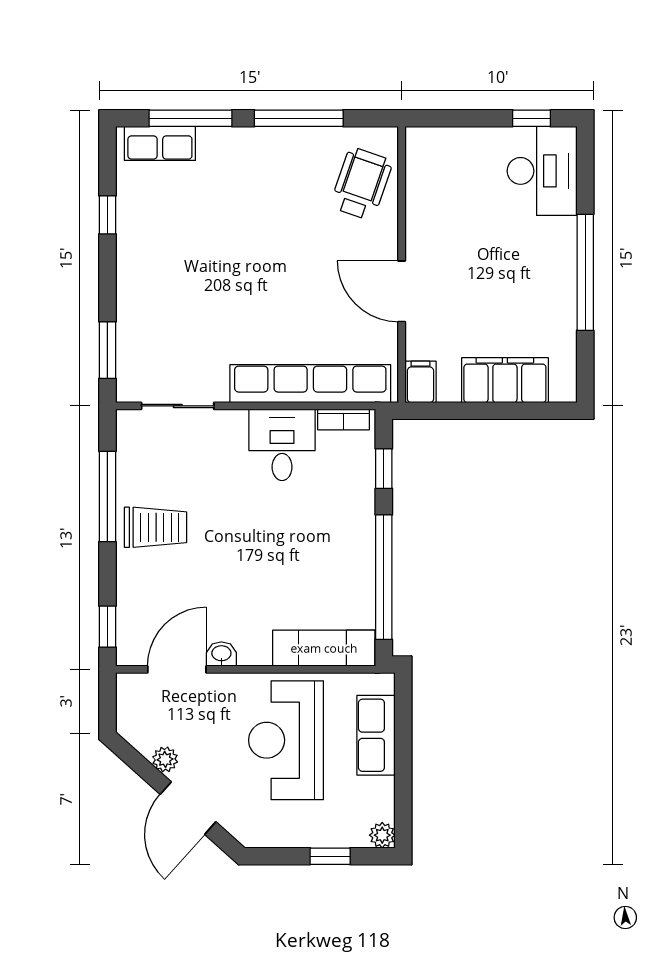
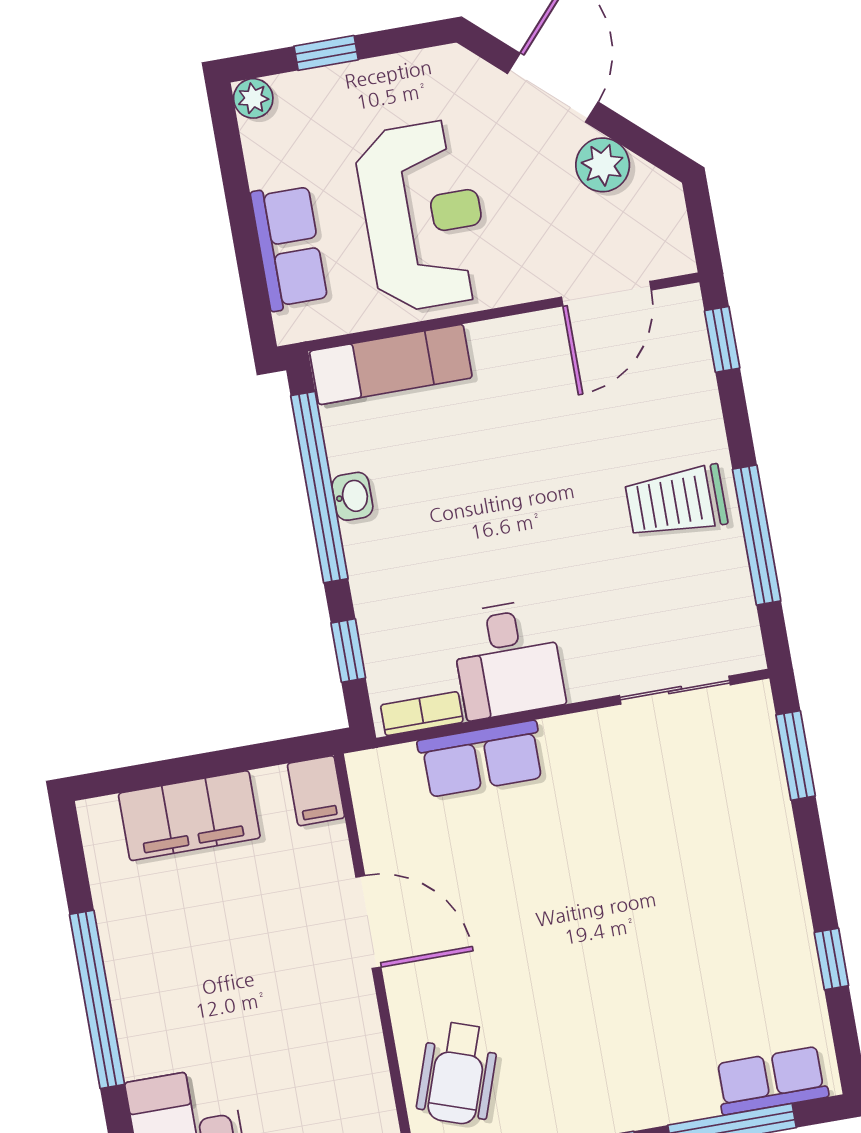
row of seats: (310, 384) -> (481, 759), width x0.50
washbasin: (221, 654) -> (352, 496), moved, turned -90
plant: (165, 759) -> (603, 165), width x1.38, depth x1.38

